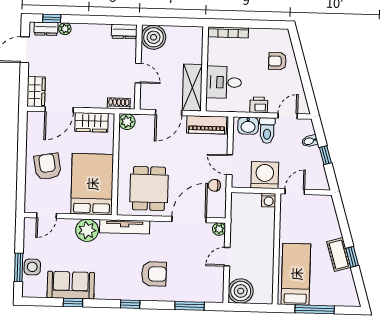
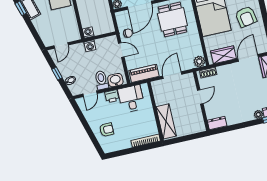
boiler: (154, 37) -> (196, 124), removed
door: (138, 73) -> (200, 97), swing flipped
desk: (224, 82) -> (131, 99), moved, turned -90
shelving: (192, 88) -> (166, 121), moved
washing machine: (265, 175) -> (90, 46), width x0.53, depth x0.53
door: (295, 192) -> (61, 45), moved

